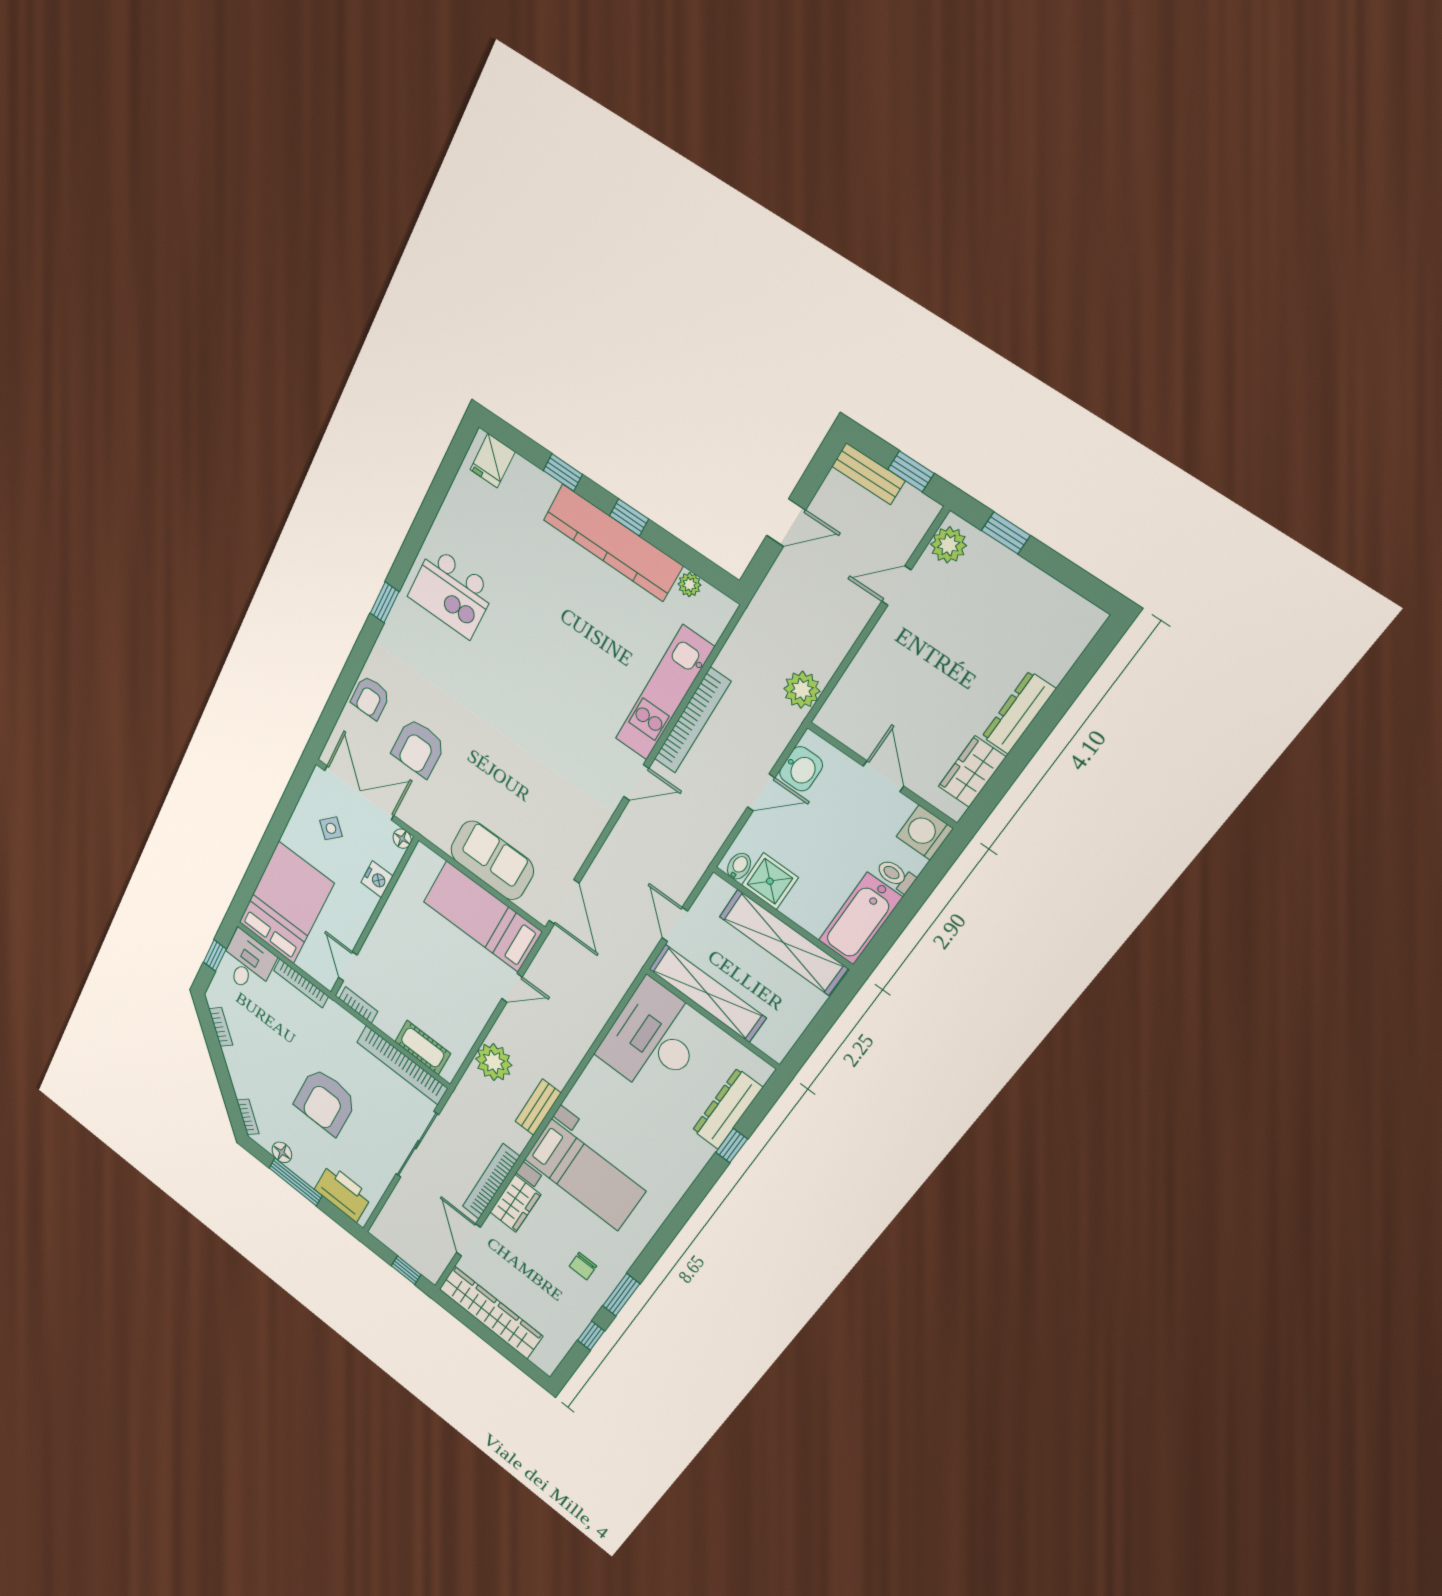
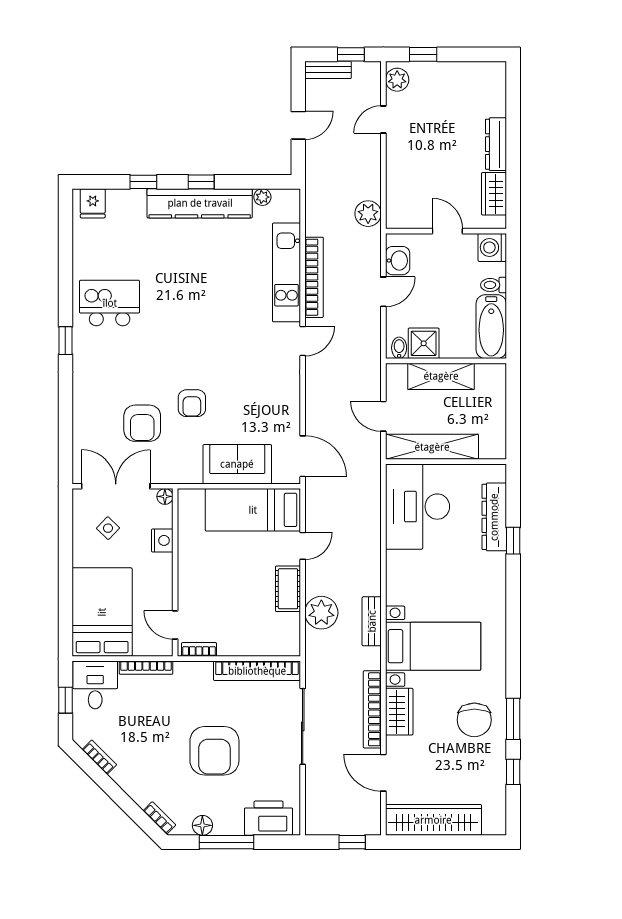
kitchen island: (451, 592) -> (110, 303), turned 180
armchair: (370, 698) -> (192, 403), moved
shelving: (783, 942) -> (441, 376), width x0.68
cot: (423, 1048) -> (288, 589), moved, turned 90
chair: (583, 1266) -> (474, 720), width x1.87, depth x1.87

